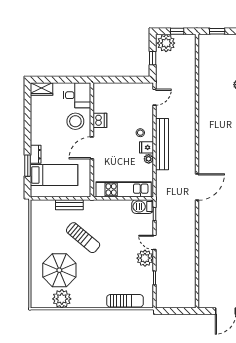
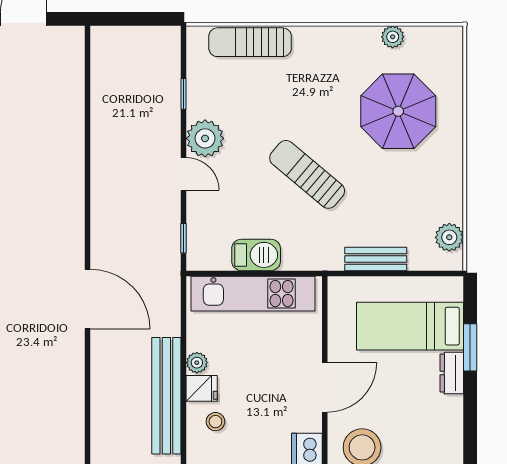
door: (197, 187) -> (88, 299), swing flipped
barbecue: (143, 207) -> (256, 255), moved
plant: (37, 214) -> (449, 237), added
sun lounger: (83, 238) -> (307, 174), moved
plant: (62, 299) -> (393, 37), width x0.53, depth x0.53

